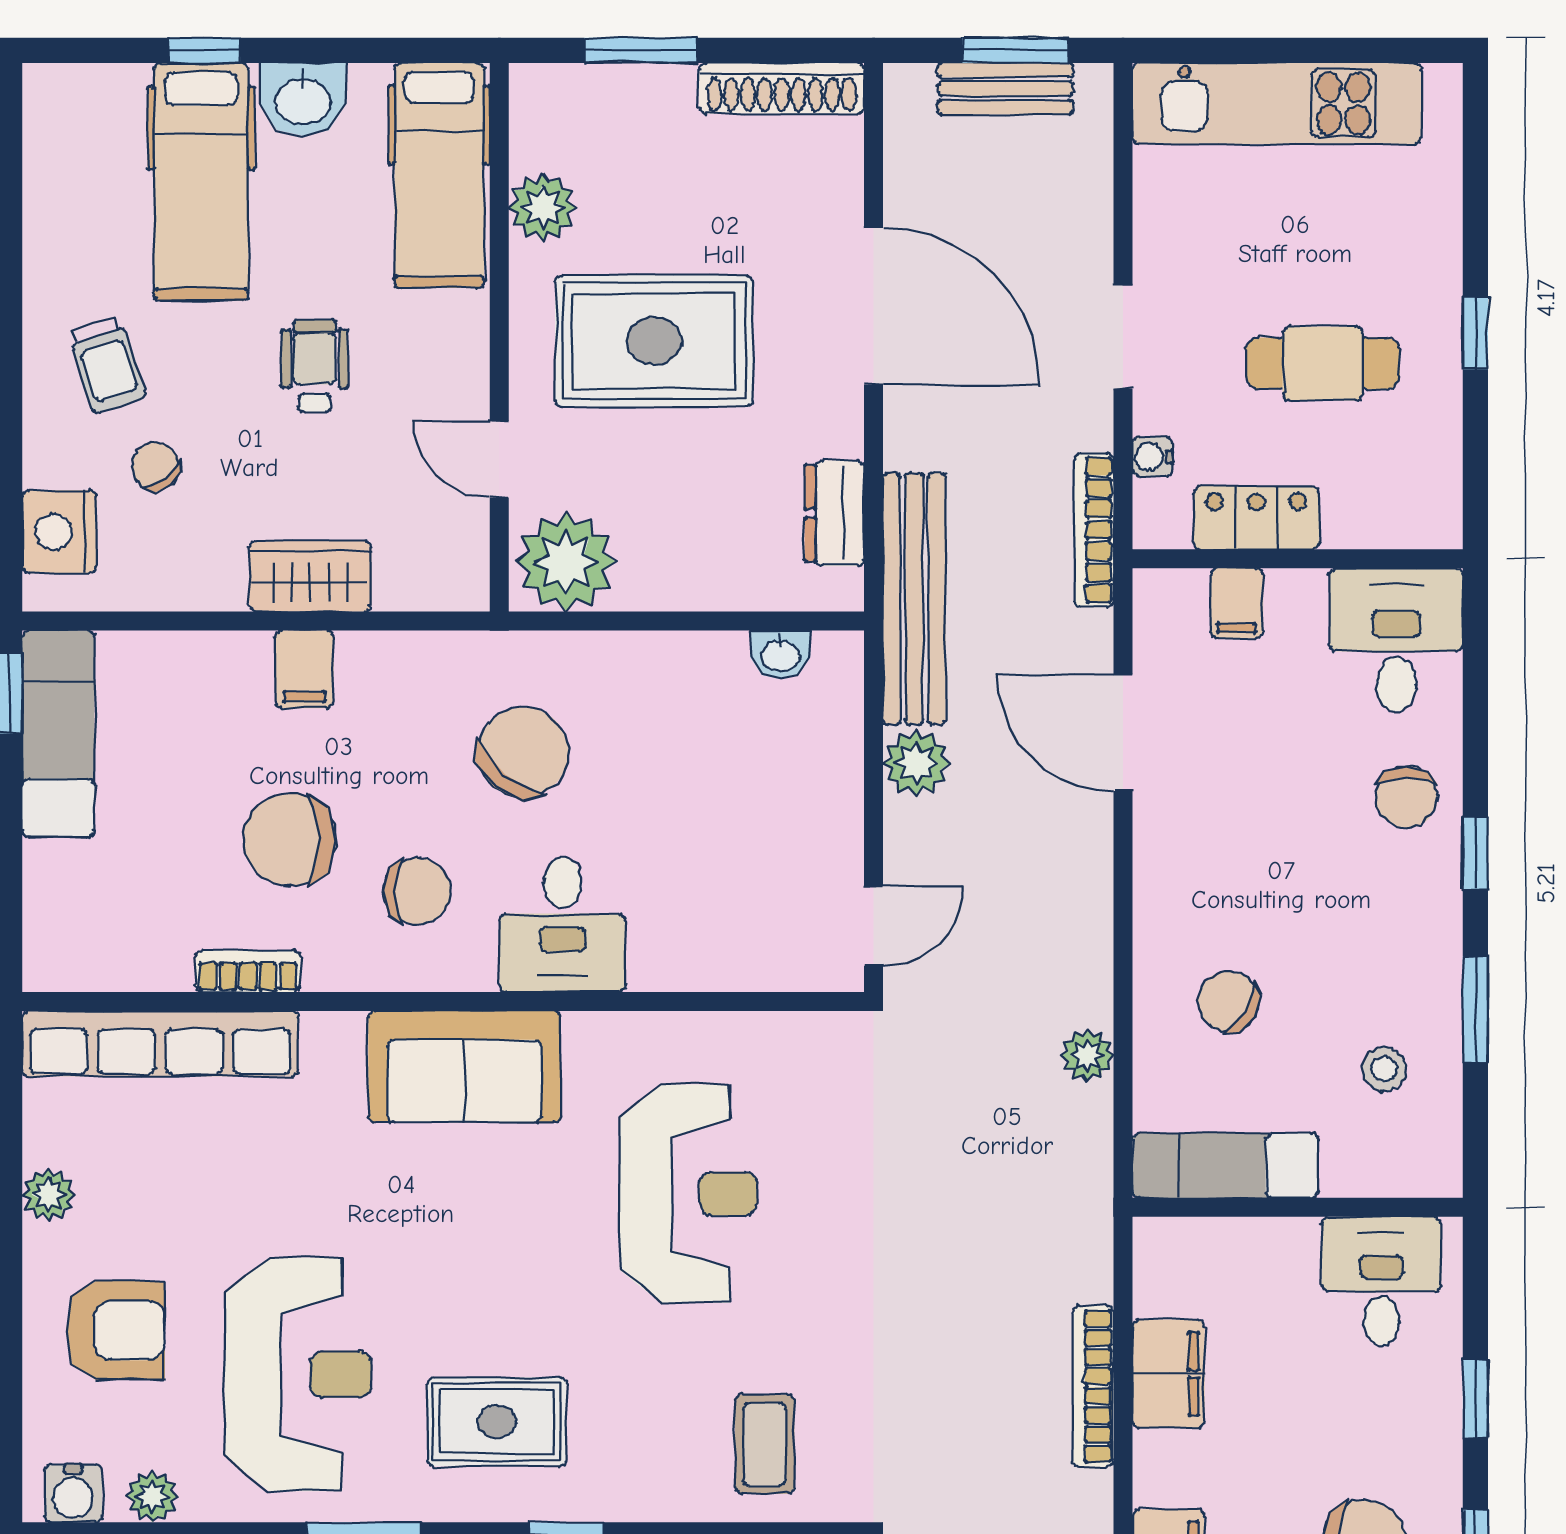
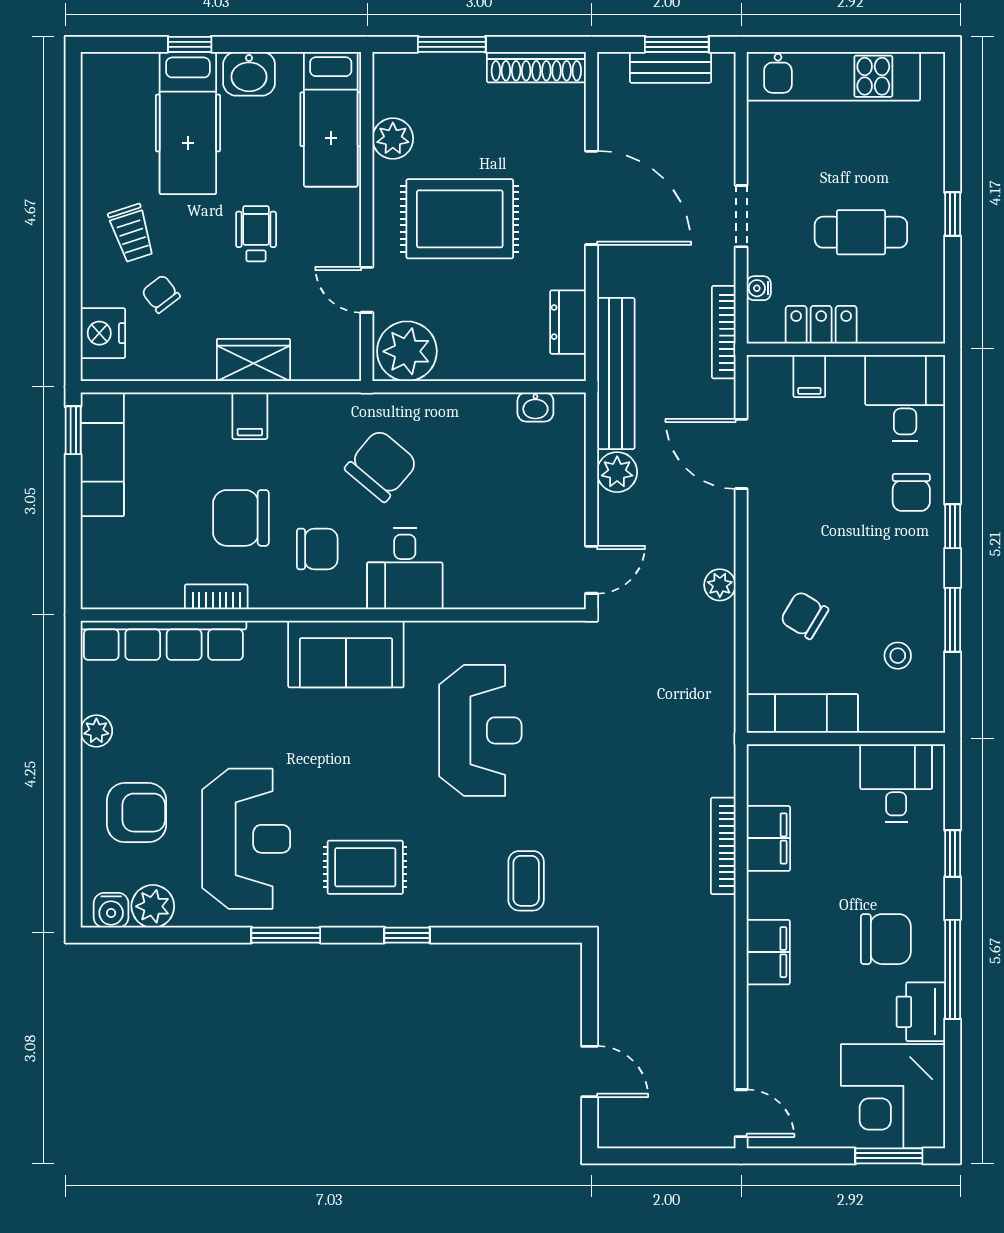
plant: (1087, 1055) -> (720, 585), moved
plant: (152, 1496) -> (153, 906), width x1.38, depth x1.38

